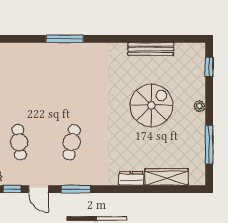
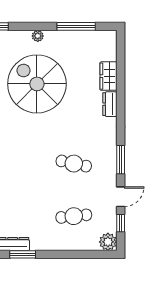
spiral stairs: (151, 105) -> (37, 84), width x1.37, depth x1.37
wardrobe: (166, 177) -> (108, 76), width x0.67

